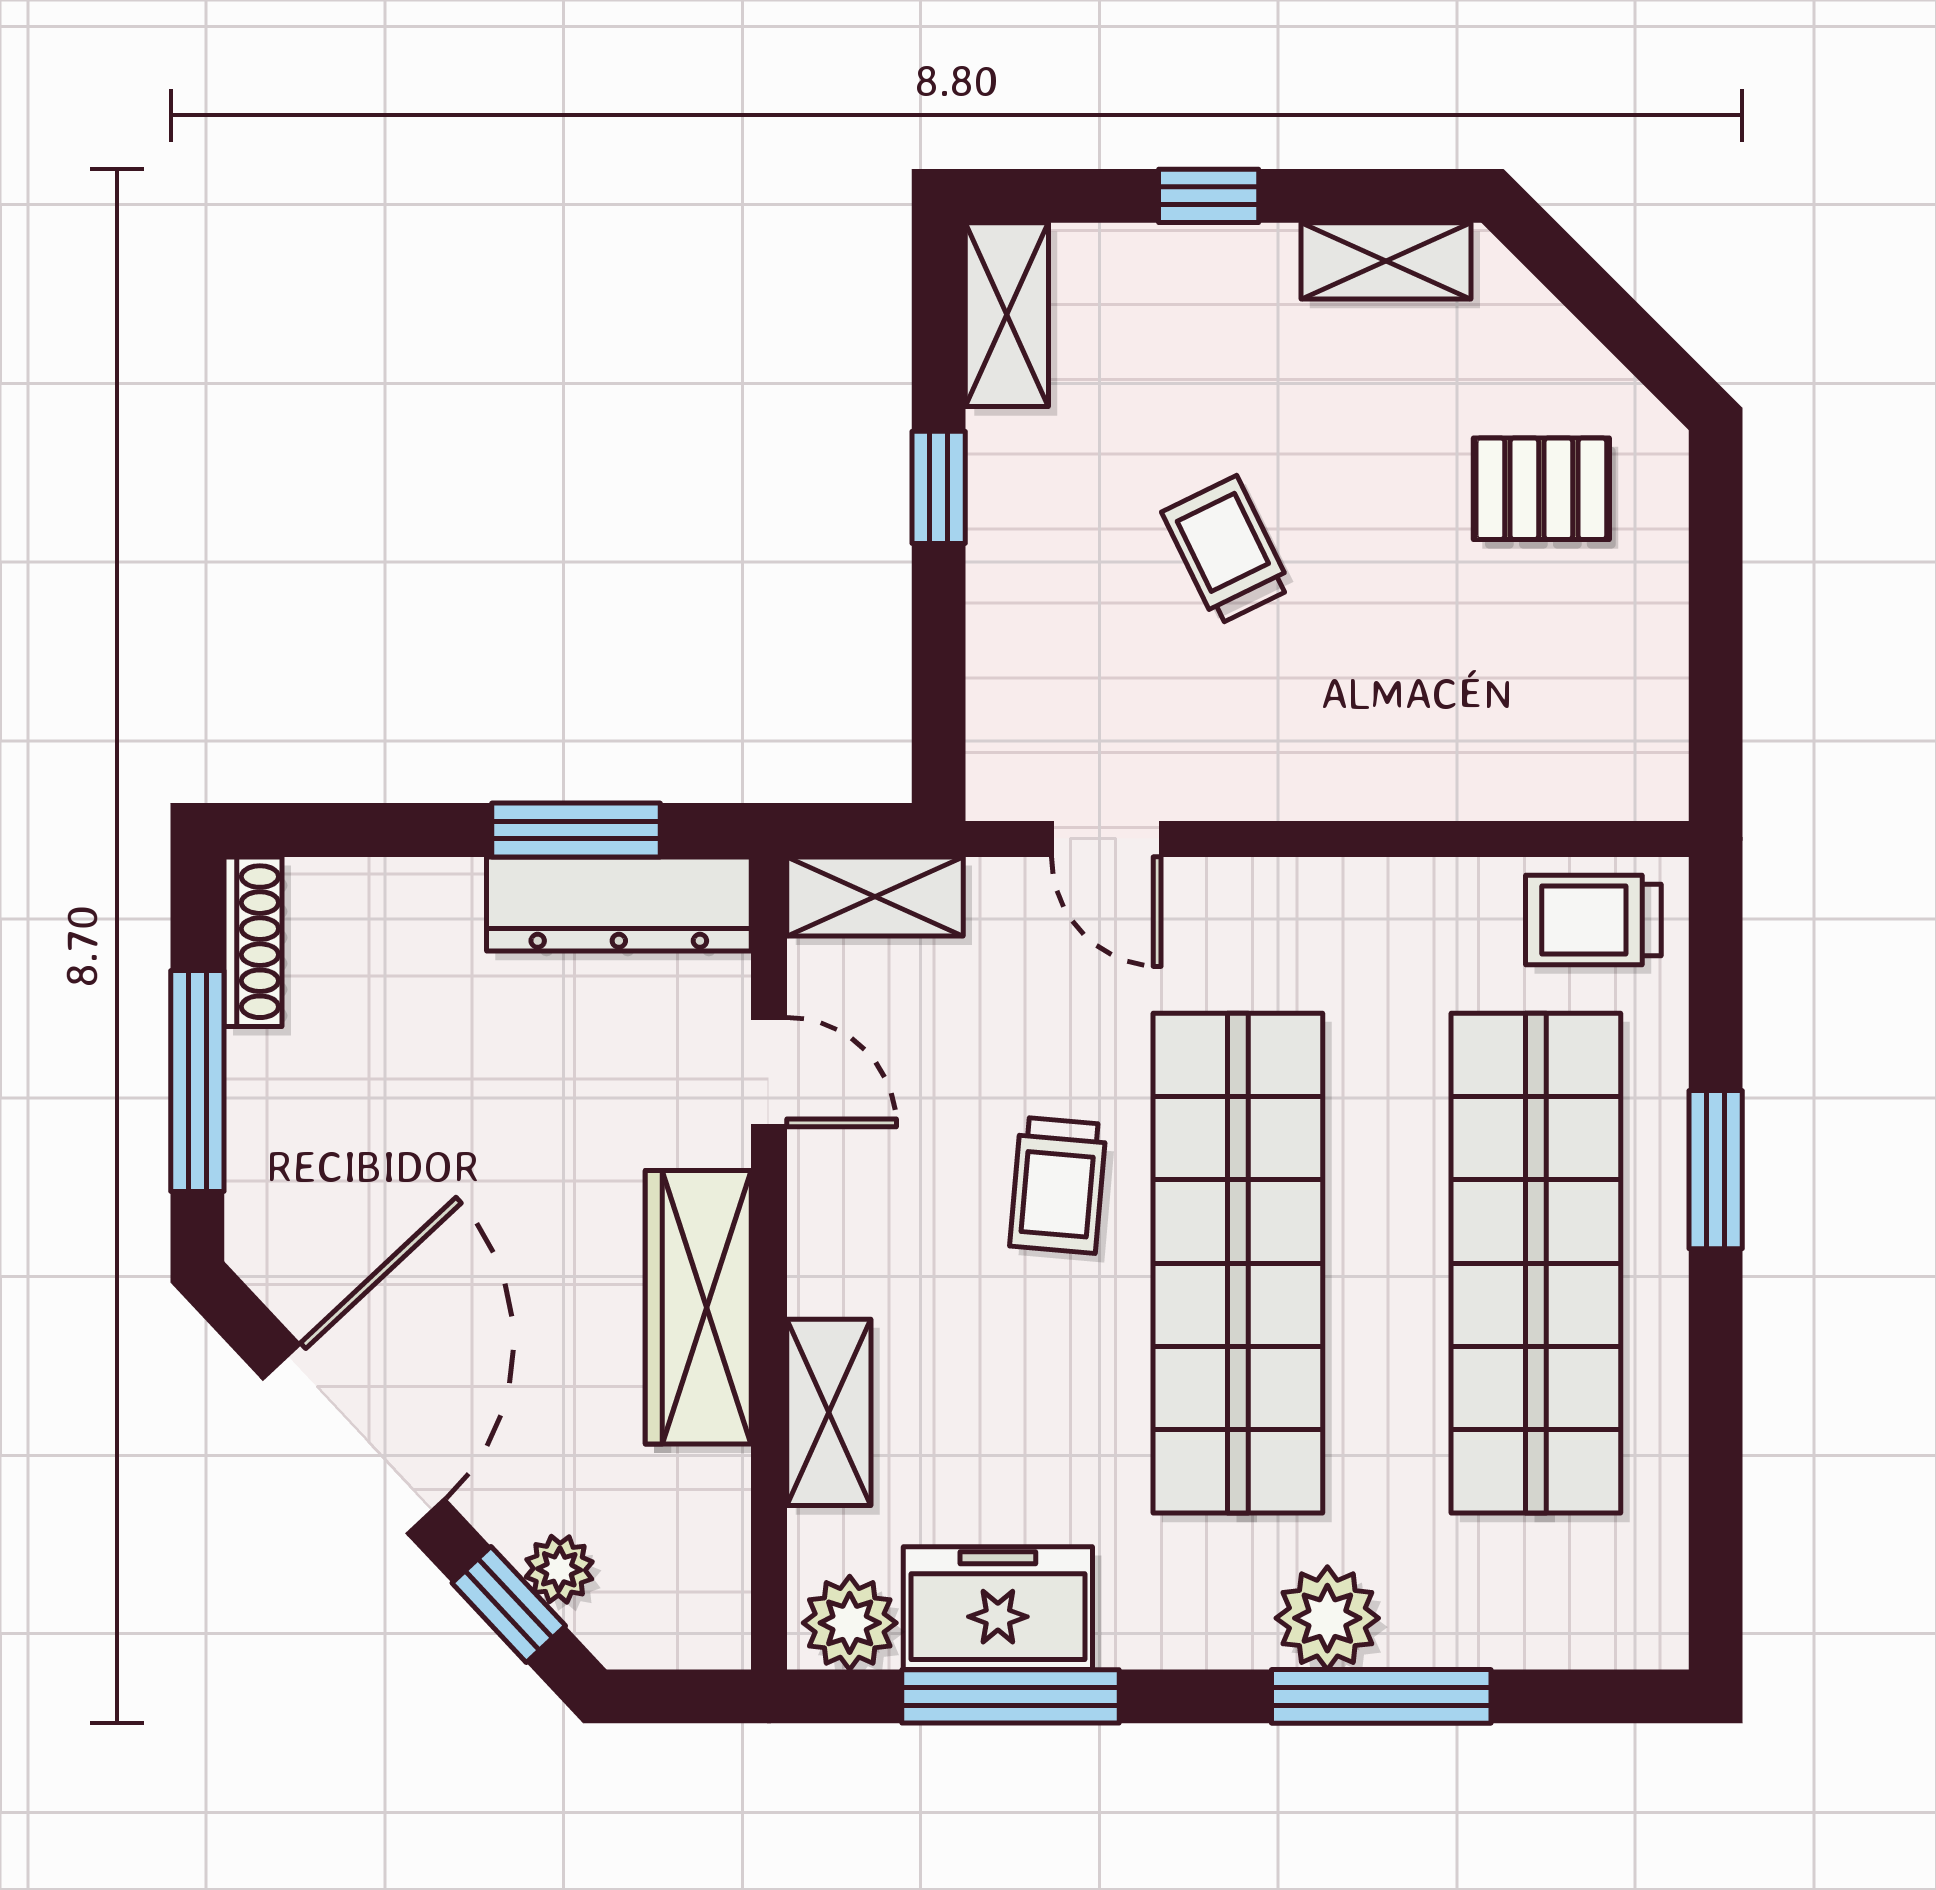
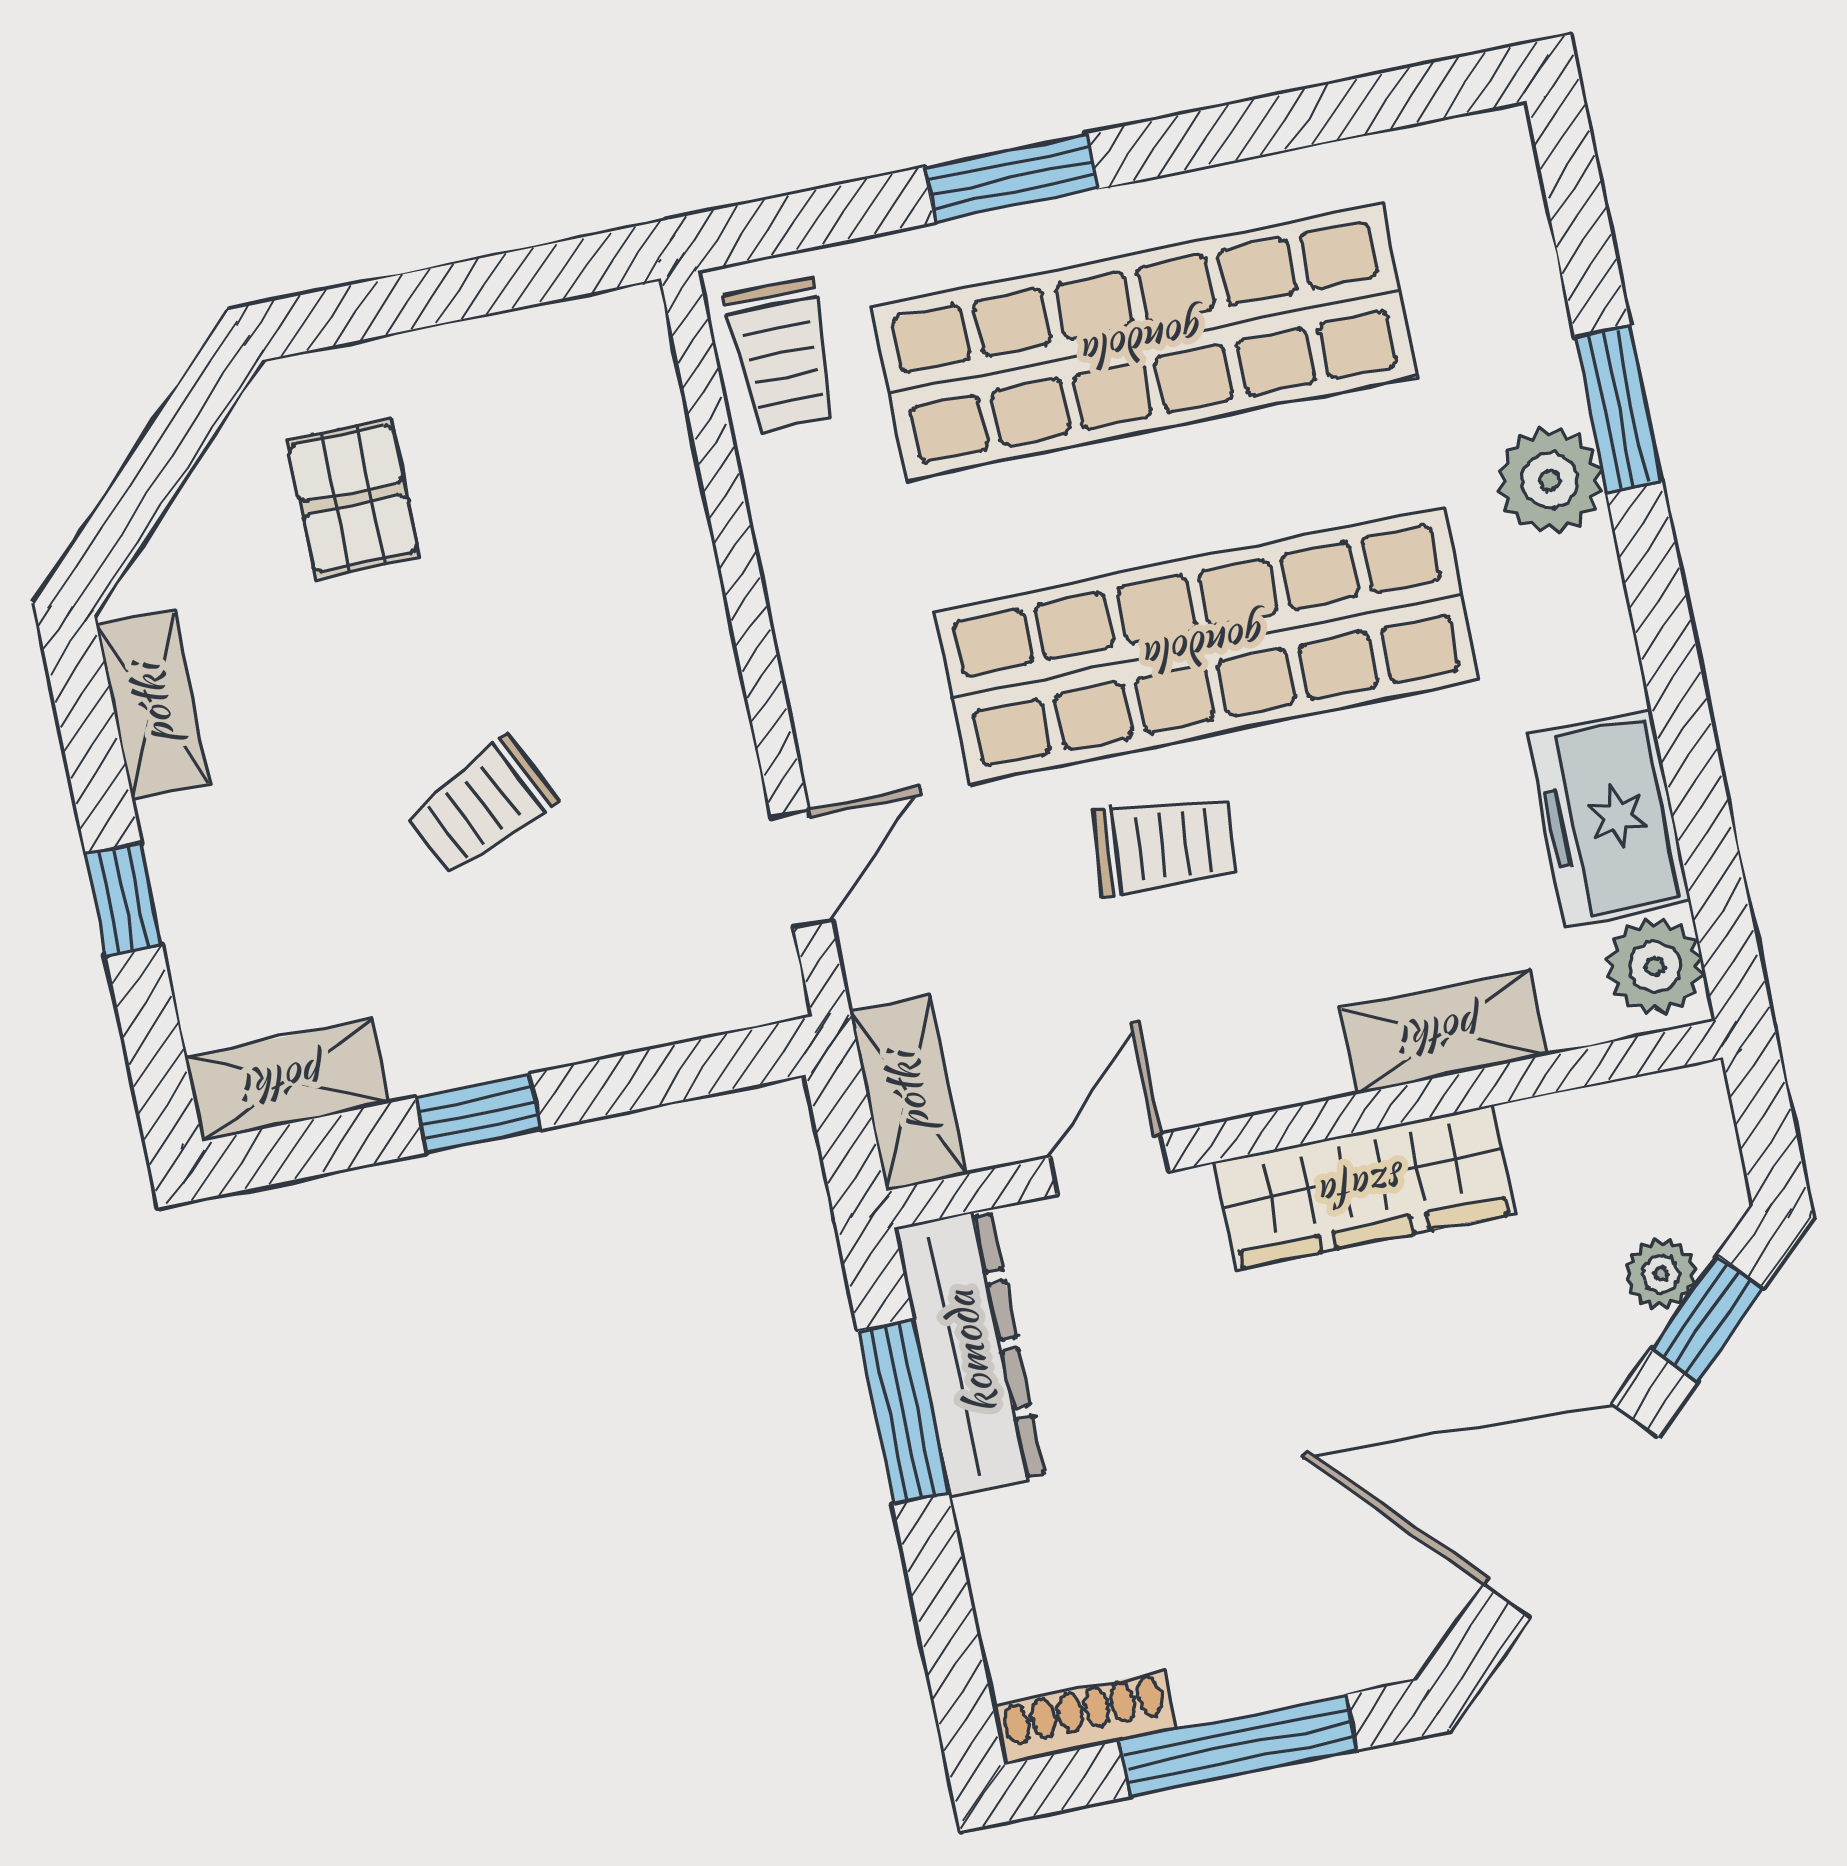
window: (1010, 1696) -> (1696, 787), removed
window: (1381, 1696) -> (1618, 409), width x0.69

